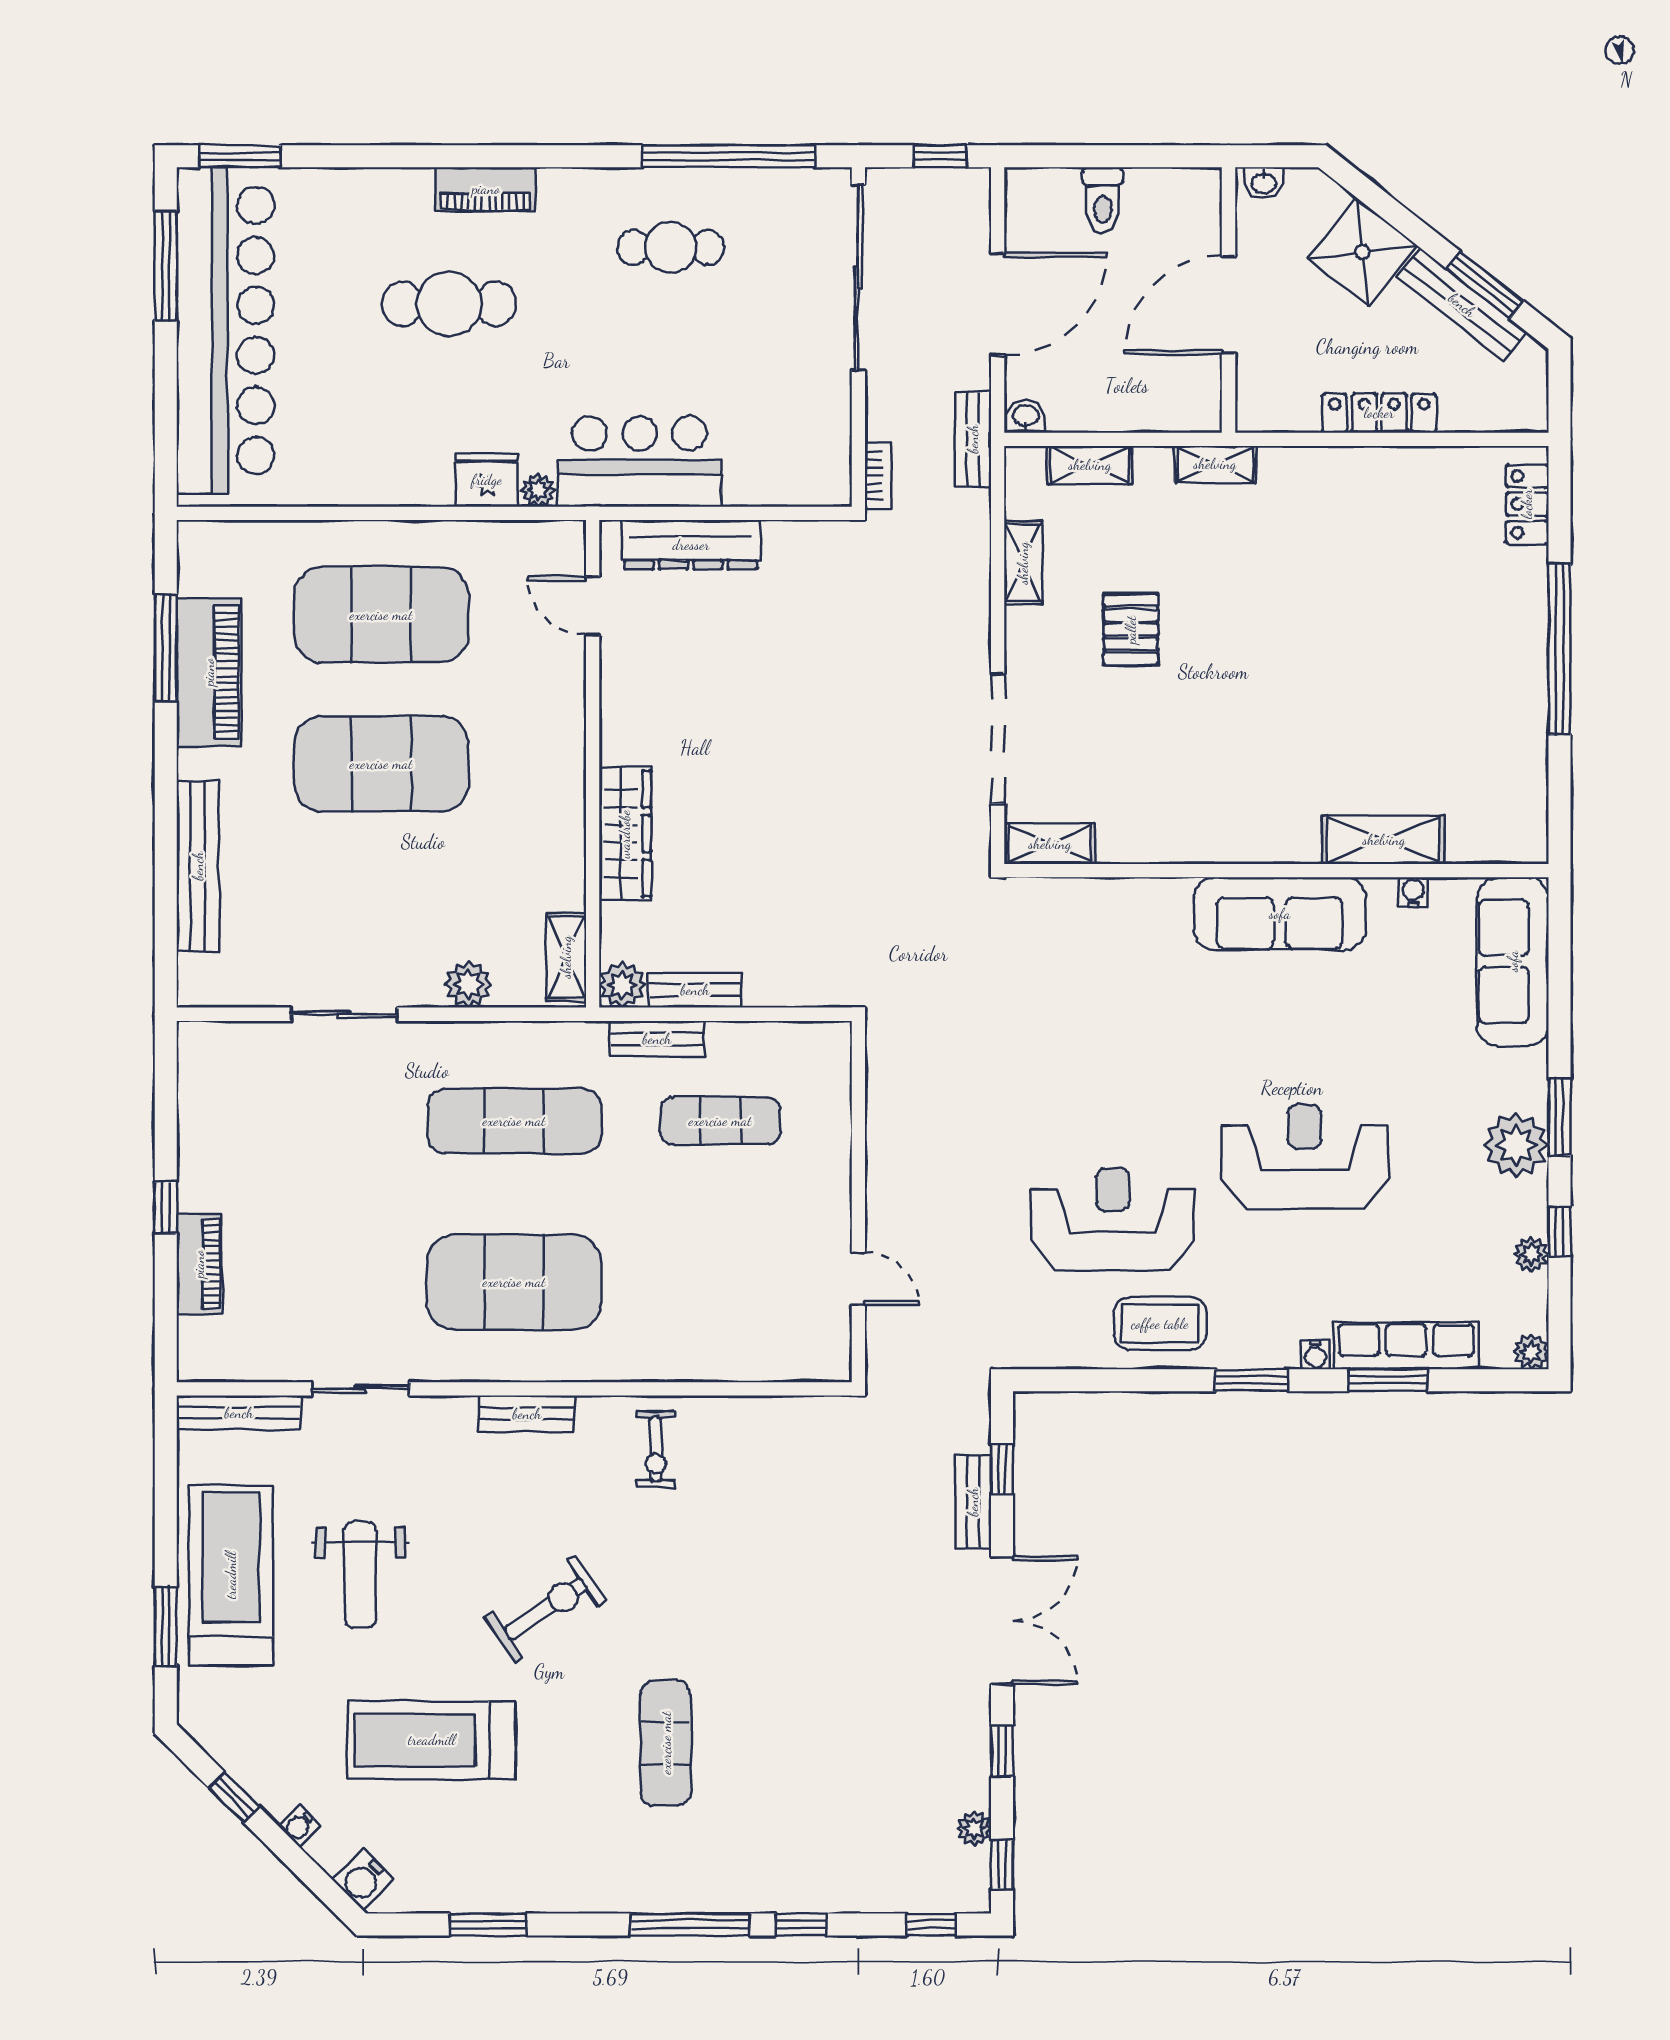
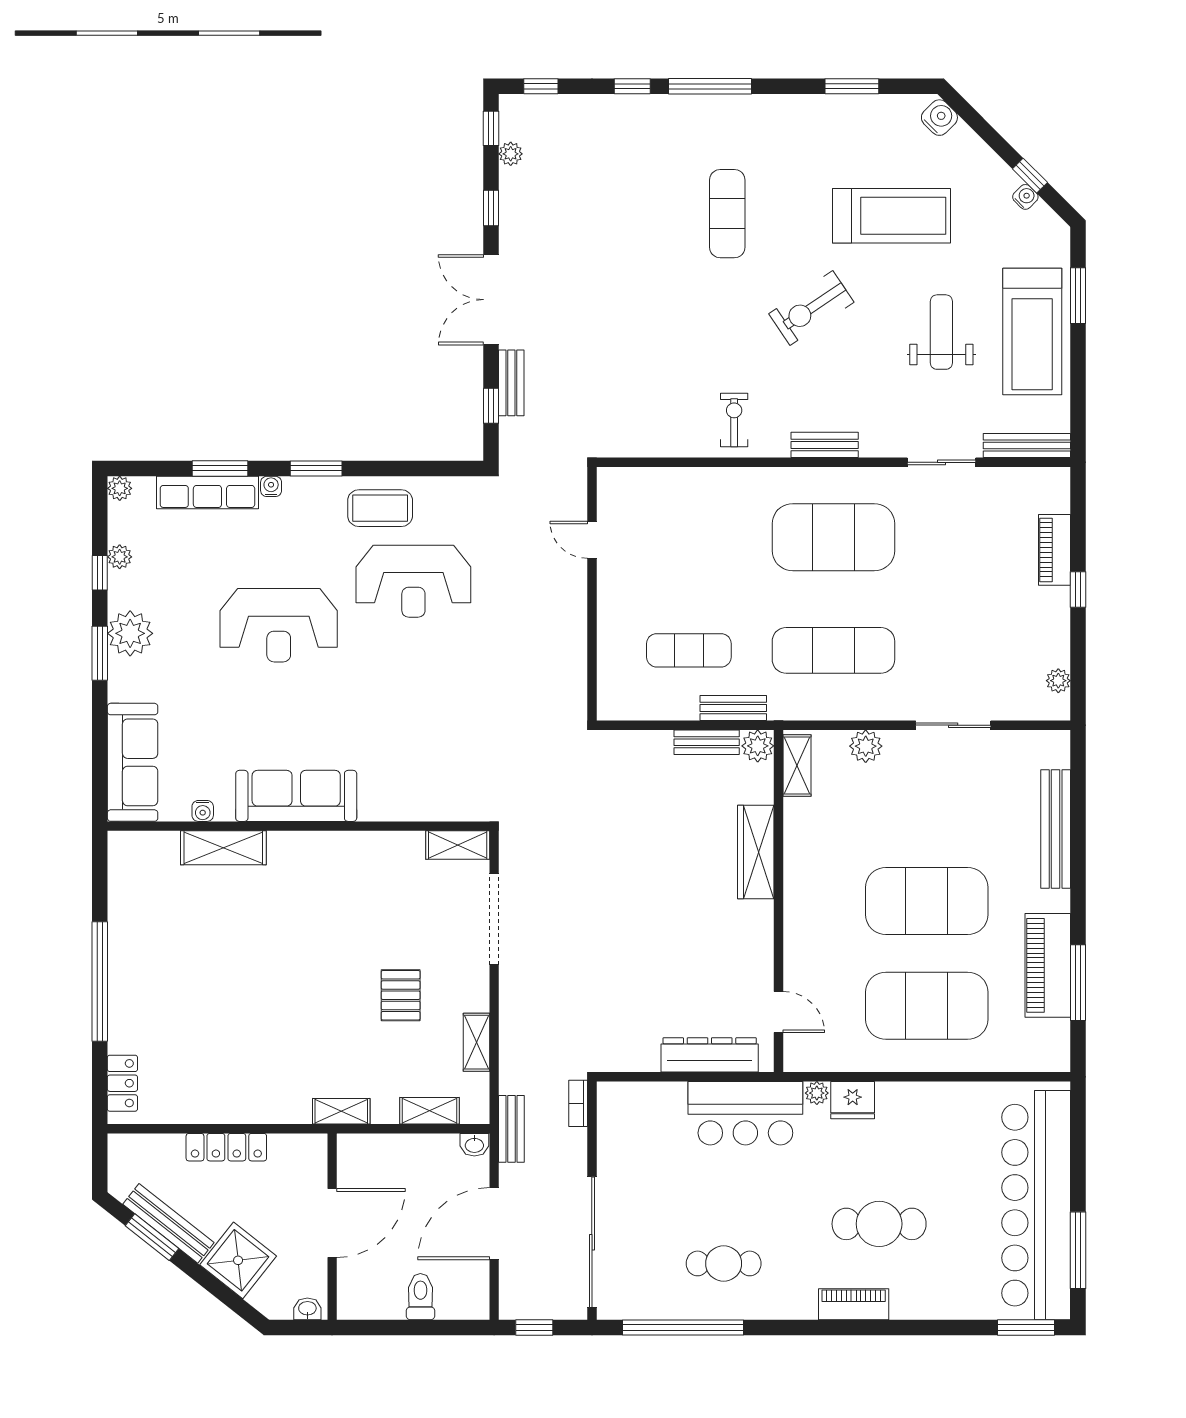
plant: (194, 1078) -> (1058, 681), added
water cooler: (300, 1826) -> (1025, 197), moved

